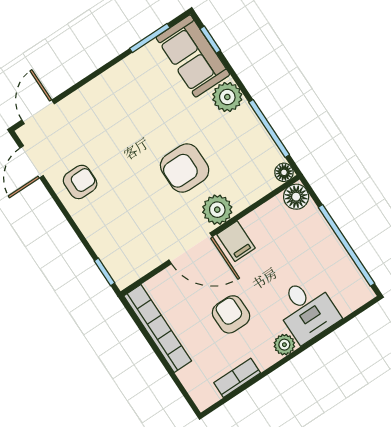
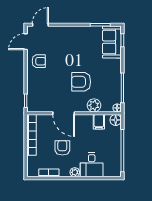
plant: (227, 97) -> (115, 66), removed
plant: (217, 210) -> (94, 105), moved
filing cabinet: (236, 241) -> (99, 122), moved

